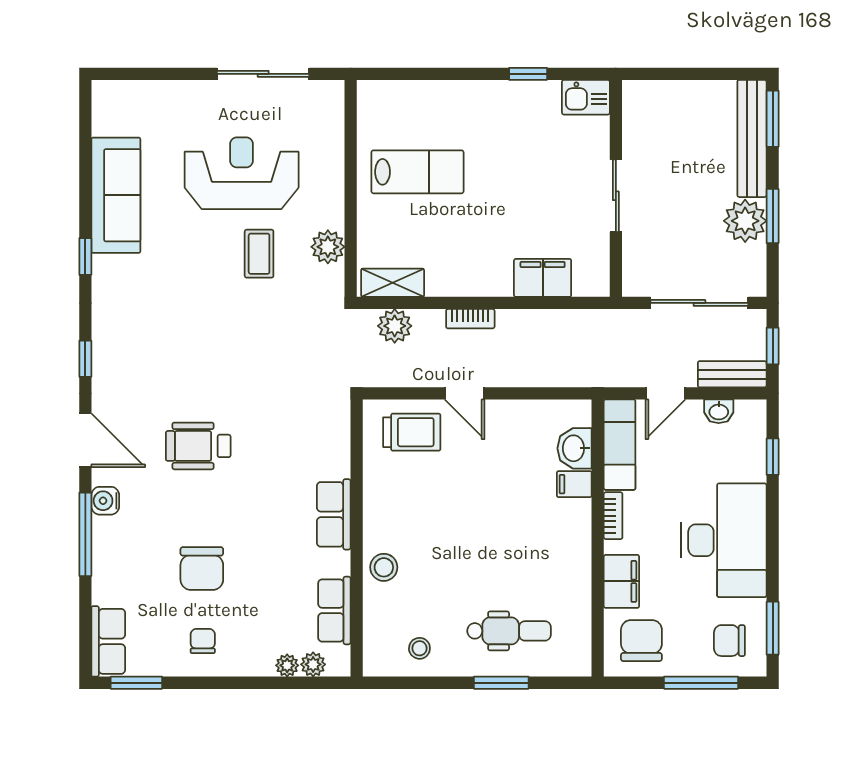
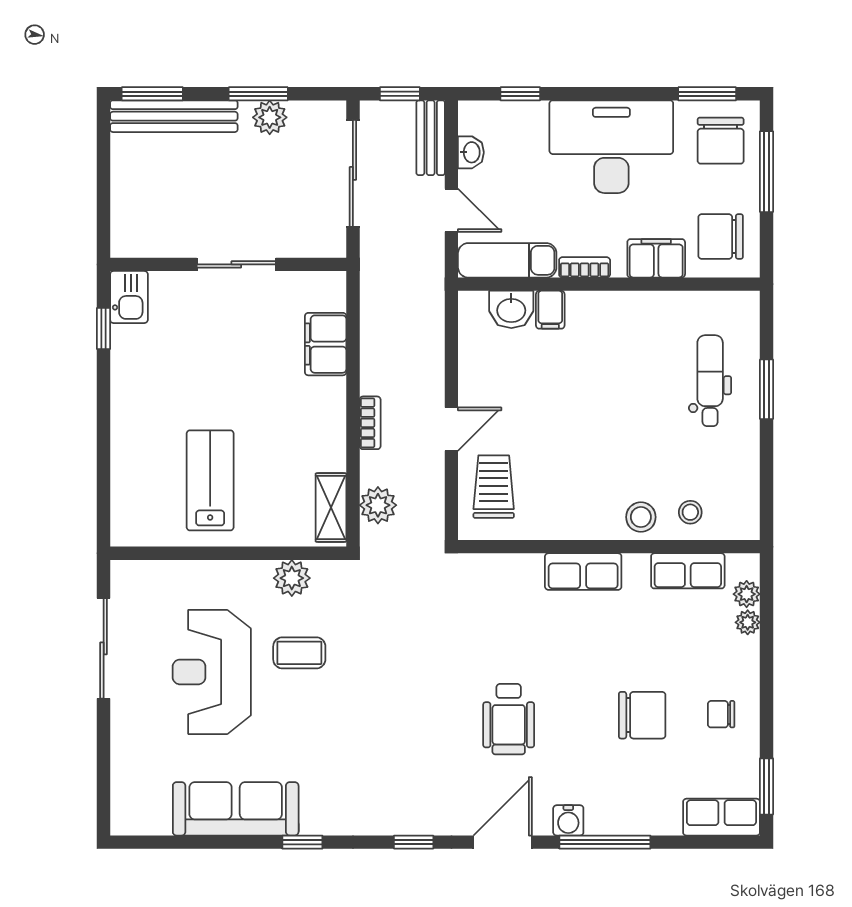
window: (528, 74) -> (104, 329), moved
plant: (745, 221) -> (270, 117), width x0.73, depth x0.73
chair: (729, 641) -> (721, 141), width x1.37, depth x1.37
stool: (419, 648) -> (690, 512), moved

